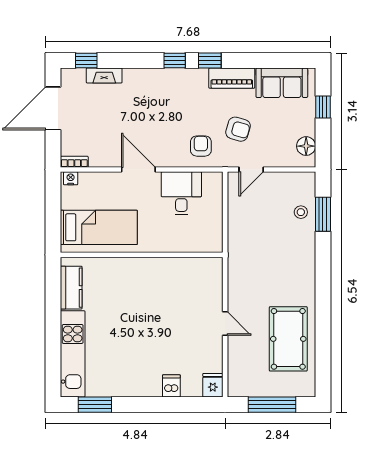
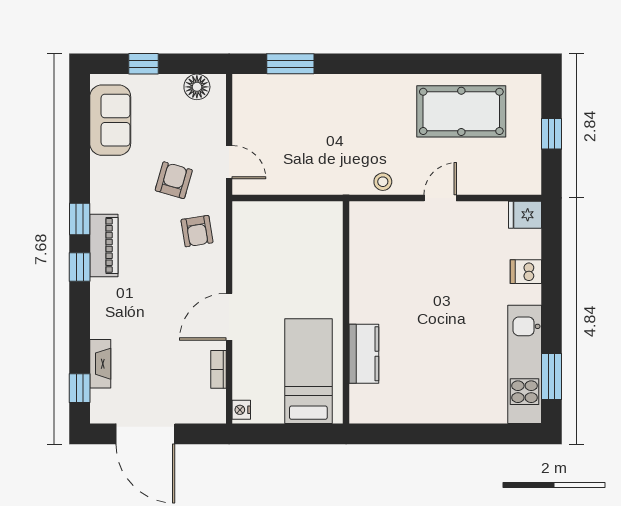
piano: (232, 78) -> (104, 245), moved
armchair: (201, 146) -> (197, 231), turned -99
bookcase: (74, 162) -> (218, 369), moved
desk: (181, 193) -> (262, 258), removed
stool: (301, 212) -> (383, 182), moved
kitchen counter: (71, 288) -> (364, 354), moved, turned 90
kitchen unit: (73, 354) -> (525, 364), moved, turned -90
window: (272, 405) -> (551, 134), width x0.46

